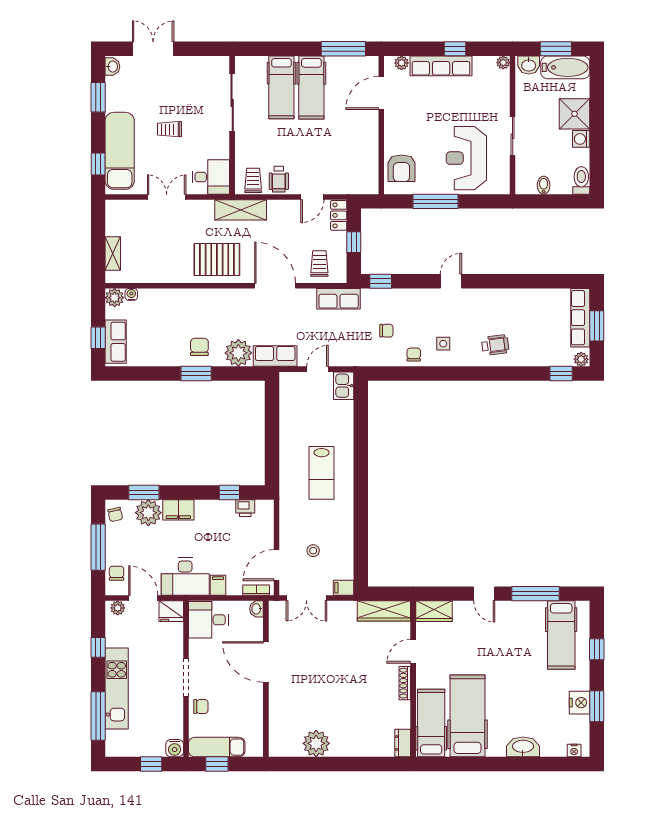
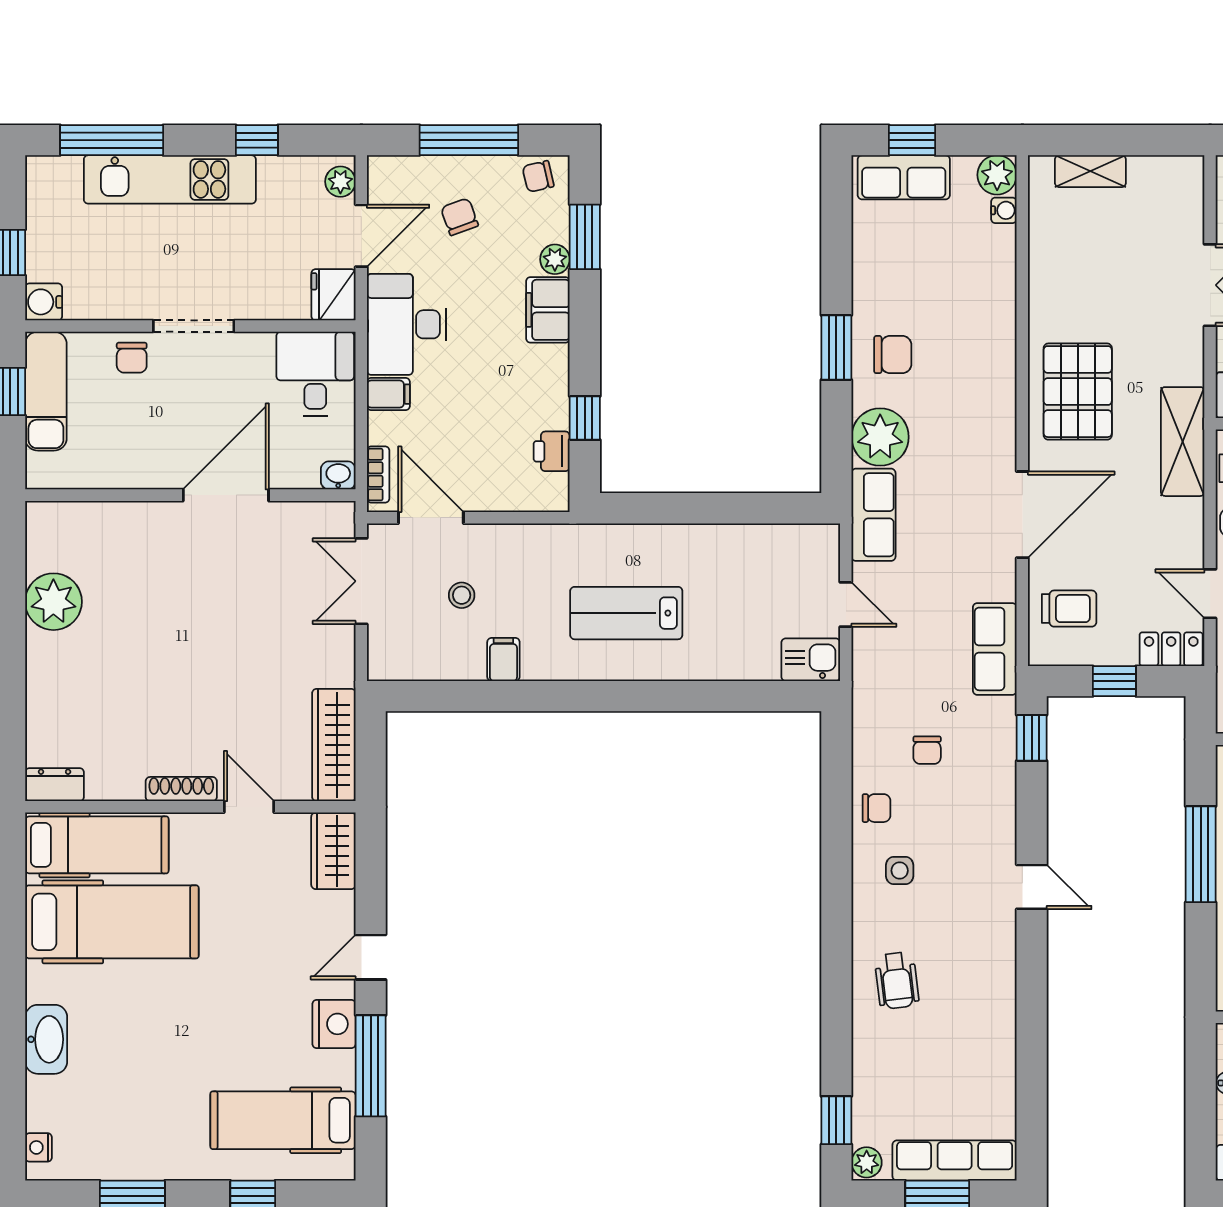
plant: (148, 513) -> (555, 259), width x0.53, depth x0.53
chair: (117, 573) -> (459, 217), moved, turned -110
filing cabinet: (343, 588) -> (503, 659), moved
nightstand: (580, 703) -> (334, 1024), moved, turned -90

